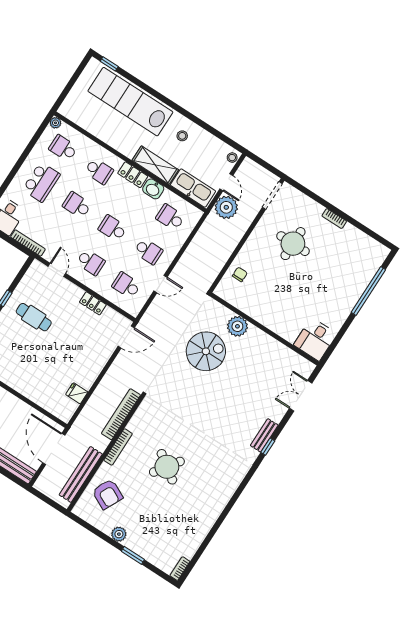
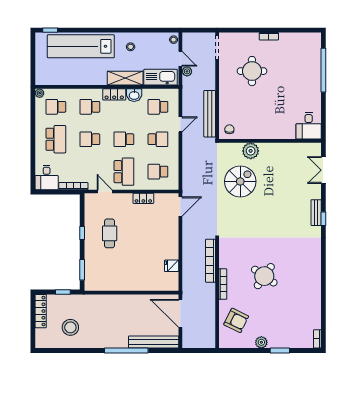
school desk: (99, 171) -> (90, 107), turned 180
plant: (226, 207) -> (187, 71), width x0.53, depth x0.53
school desk: (91, 262) -> (124, 172), width x1.85
chair: (240, 274) -> (229, 129), moved
door: (160, 284) -> (180, 124), moved
cafe table: (34, 317) -> (110, 233), turned 90
bench: (81, 474) -> (210, 114), moved

